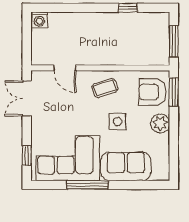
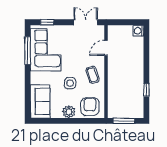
window: (174, 92) -> (90, 121), removed
sofa: (126, 166) -> (40, 101), moved
window: (88, 185) -> (28, 51), moved

